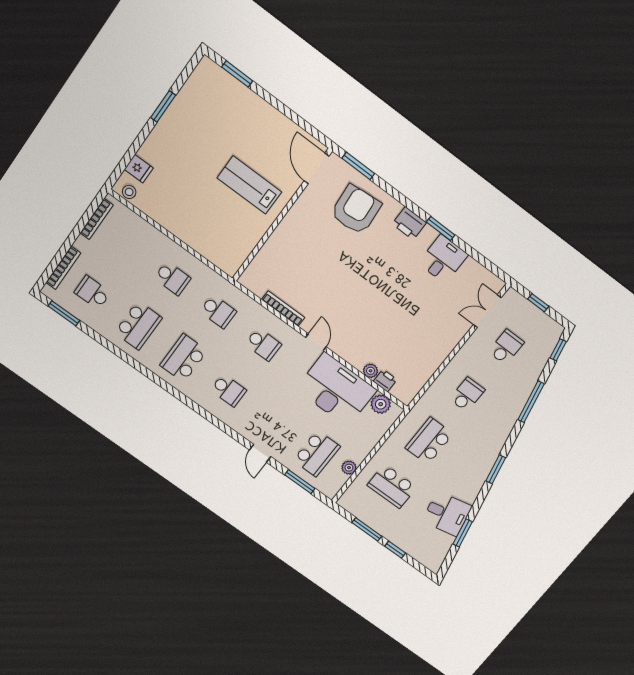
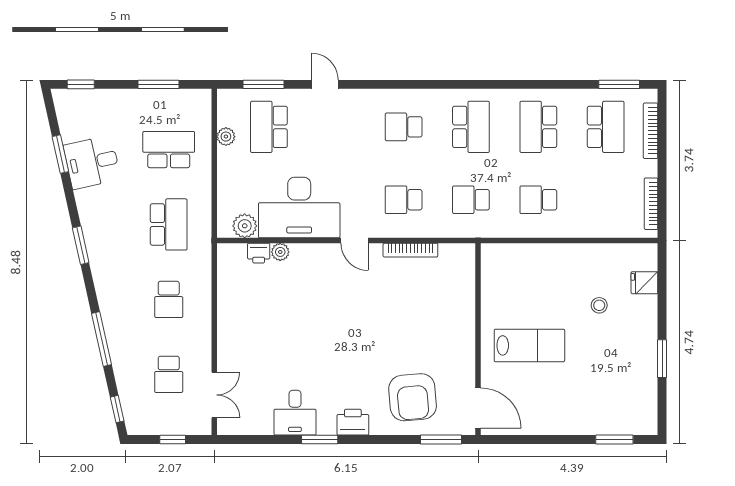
stool: (129, 192) -> (599, 305), moved
school desk: (92, 292) -> (606, 127), width x1.85
window: (395, 550) -> (81, 84), moved

